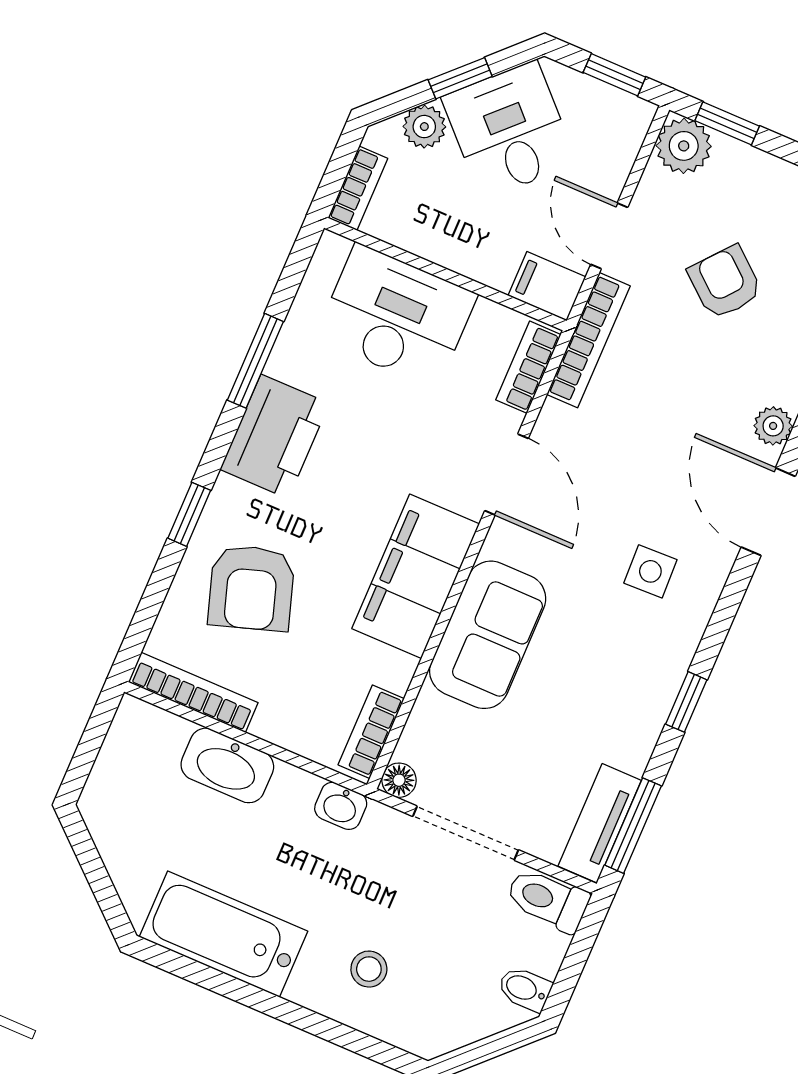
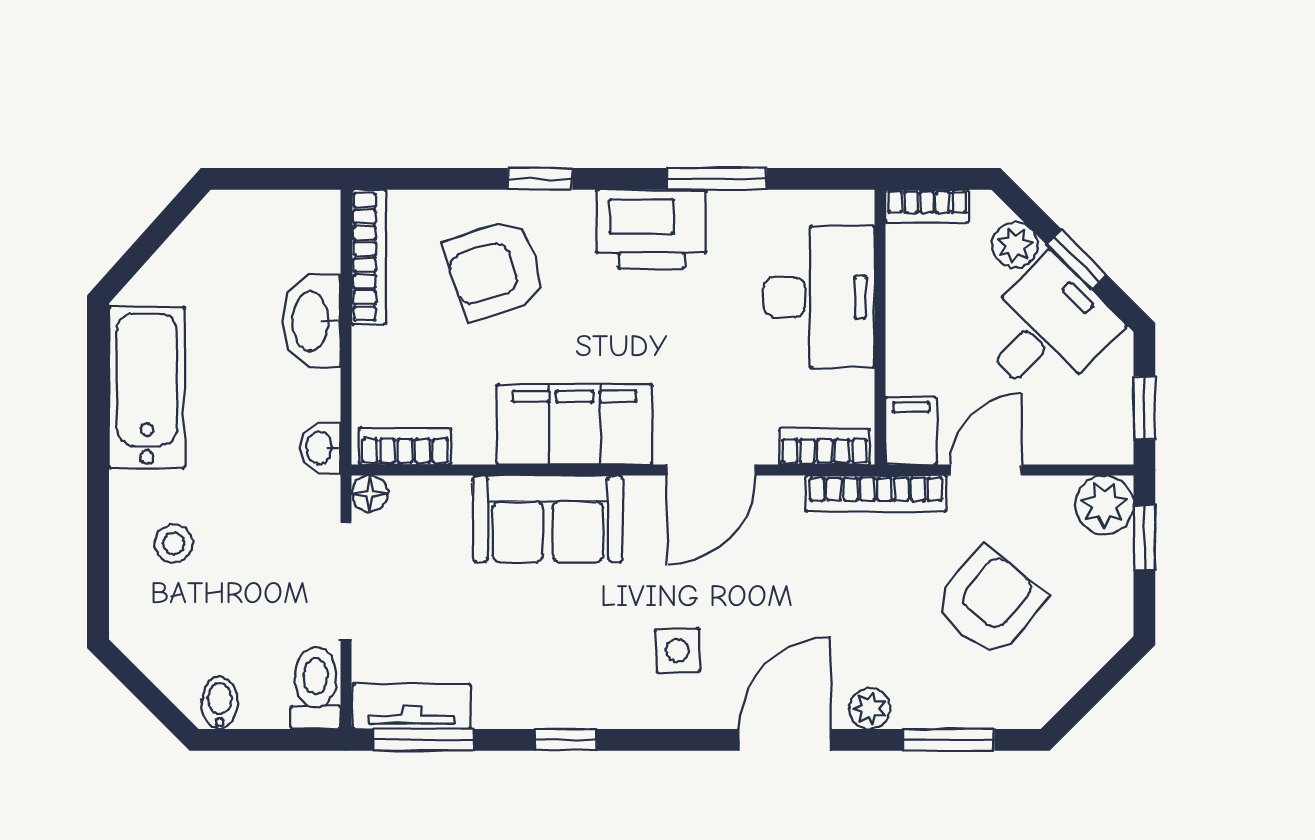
armchair: (725, 282) -> (989, 602), width x1.38, depth x1.38

